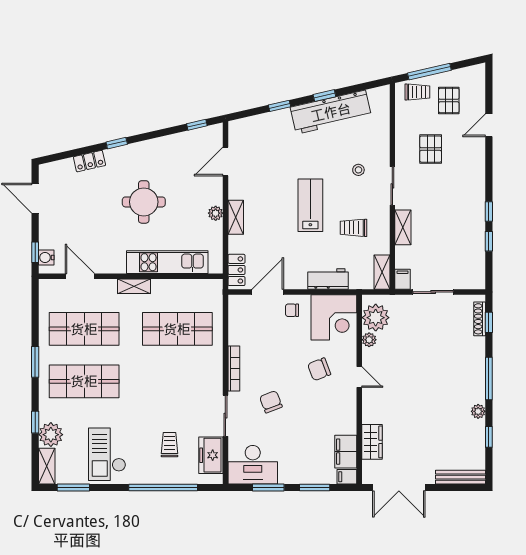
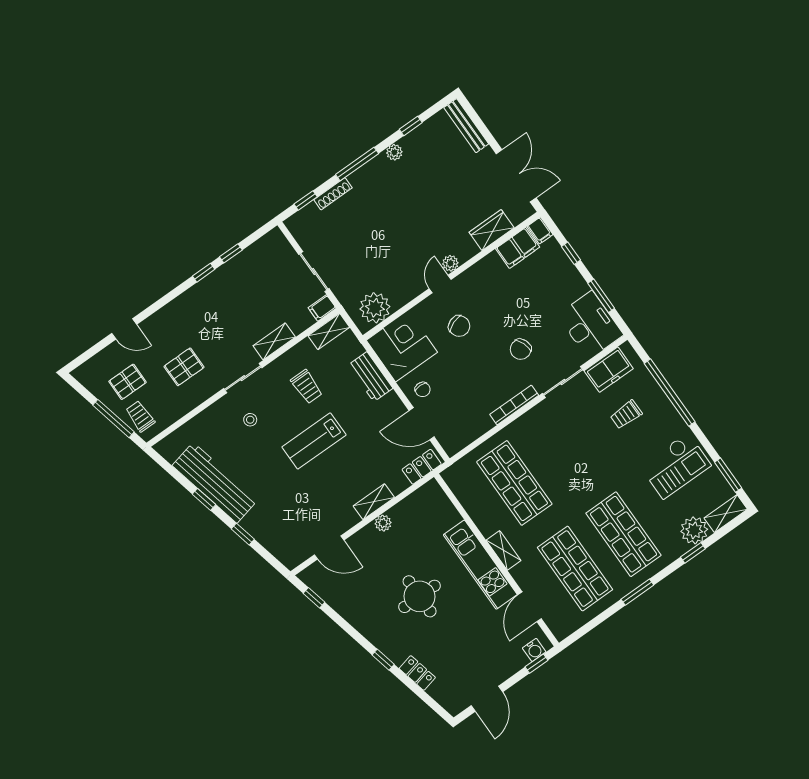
kitchen unit: (167, 262) -> (480, 565), moved
shoe rack: (480, 319) -> (333, 194), moved
plant: (369, 340) -> (450, 263), moved
window: (315, 488) -> (571, 253), width x0.67

